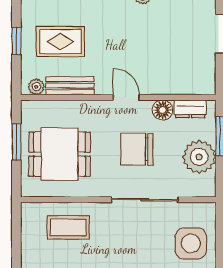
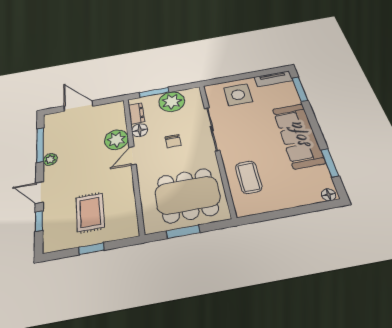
bench: (70, 86) -> (127, 198), removed
plant: (36, 87) -> (116, 140), moved, width x1.88, depth x1.88
chair: (137, 149) -> (173, 141), width x0.54, depth x0.54
dining table: (60, 154) -> (187, 195), width x1.38

